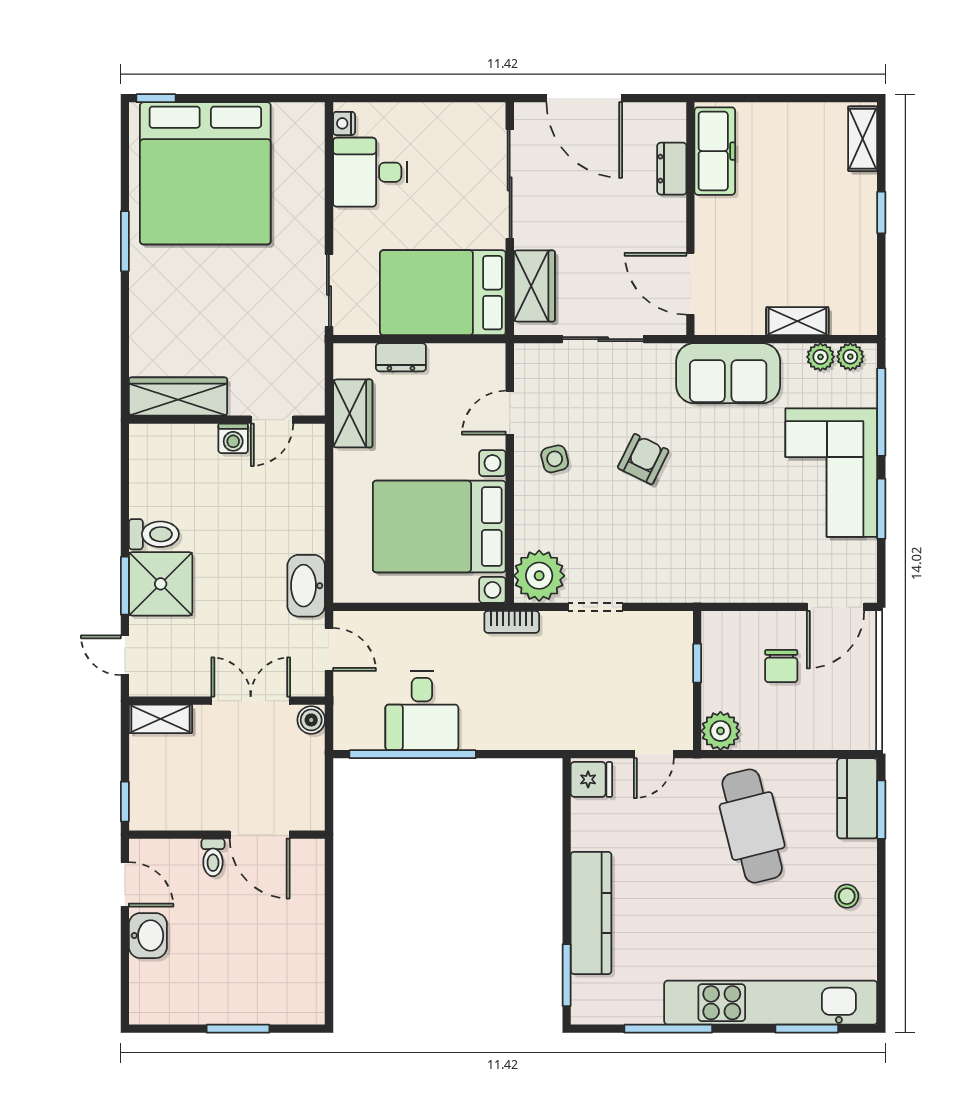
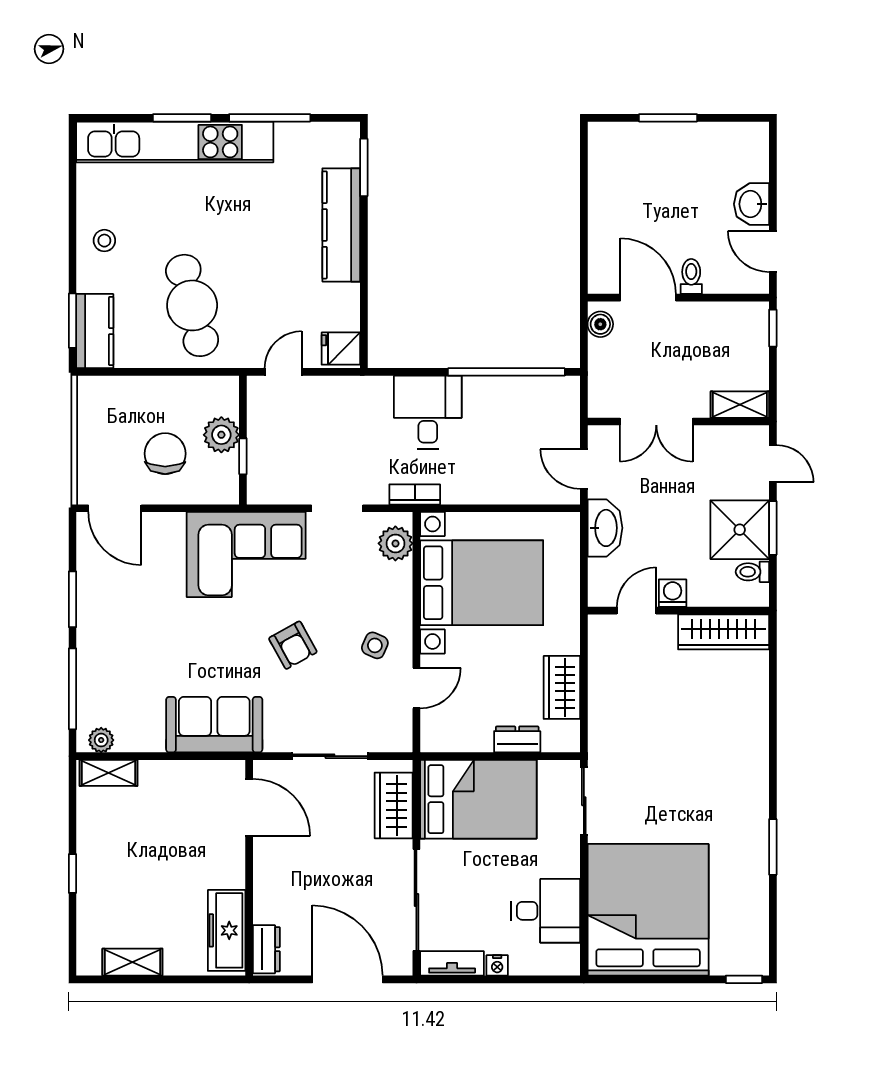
tv unit: (471, 115) -> (452, 963), added
nightstand: (344, 123) -> (497, 965), moved, turned 90
shelving: (863, 139) -> (132, 962), moved, turned 90
dresser: (672, 169) -> (266, 949), moved
bed: (205, 173) -> (648, 910), moved
shelving: (797, 321) -> (108, 773), moved
plant: (820, 357) -> (129, 740), removed
wardrobe: (178, 397) -> (724, 632), moved
wall: (227, 420) -> (678, 611), moved
door: (272, 420) -> (637, 611), moved
washing machine: (233, 438) -> (673, 593), moved
side table: (555, 459) -> (375, 645), turned 37
armchair: (643, 459) -> (293, 645), turned -55
corner sofa: (831, 473) -> (246, 555), moved, turned 90
toilet: (154, 534) -> (752, 572), width x0.73, depth x0.72
plant: (539, 576) -> (395, 543), width x0.73, depth x0.73
door: (836, 607) -> (115, 508), swing flipped
chair: (781, 666) -> (165, 454), width x1.37, depth x1.37
desk: (422, 711) -> (428, 412), moved
boiler: (311, 720) -> (600, 324), moved
plant: (720, 731) -> (221, 435), moved
window: (807, 1029) -> (182, 118), moved

